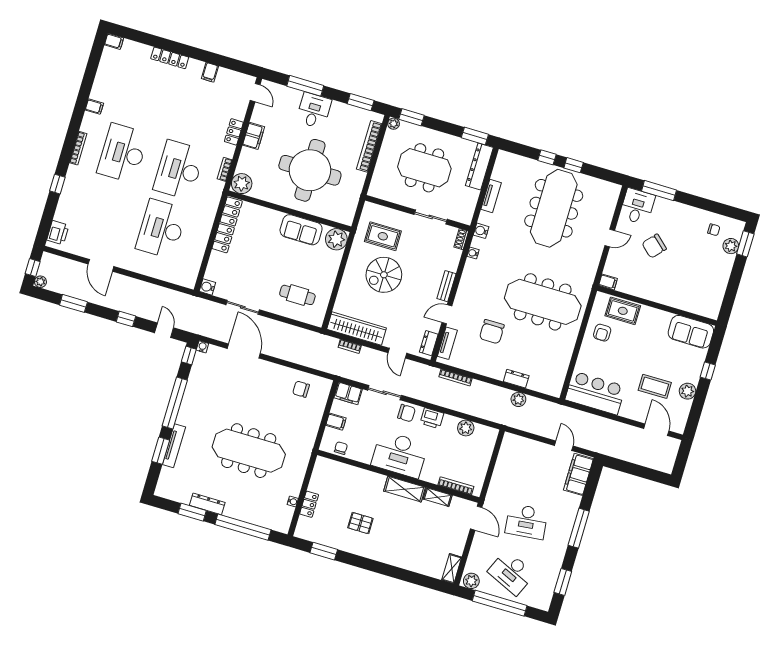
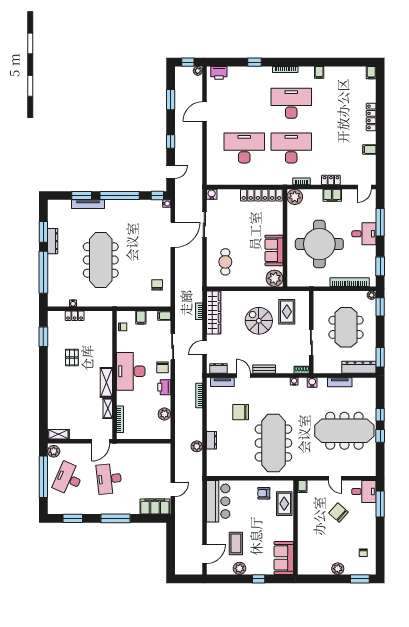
plant: (731, 246) -> (338, 569), moved
plant: (40, 282) -> (198, 71), moved
filing cabinet: (348, 393) -> (164, 316), width x0.50

